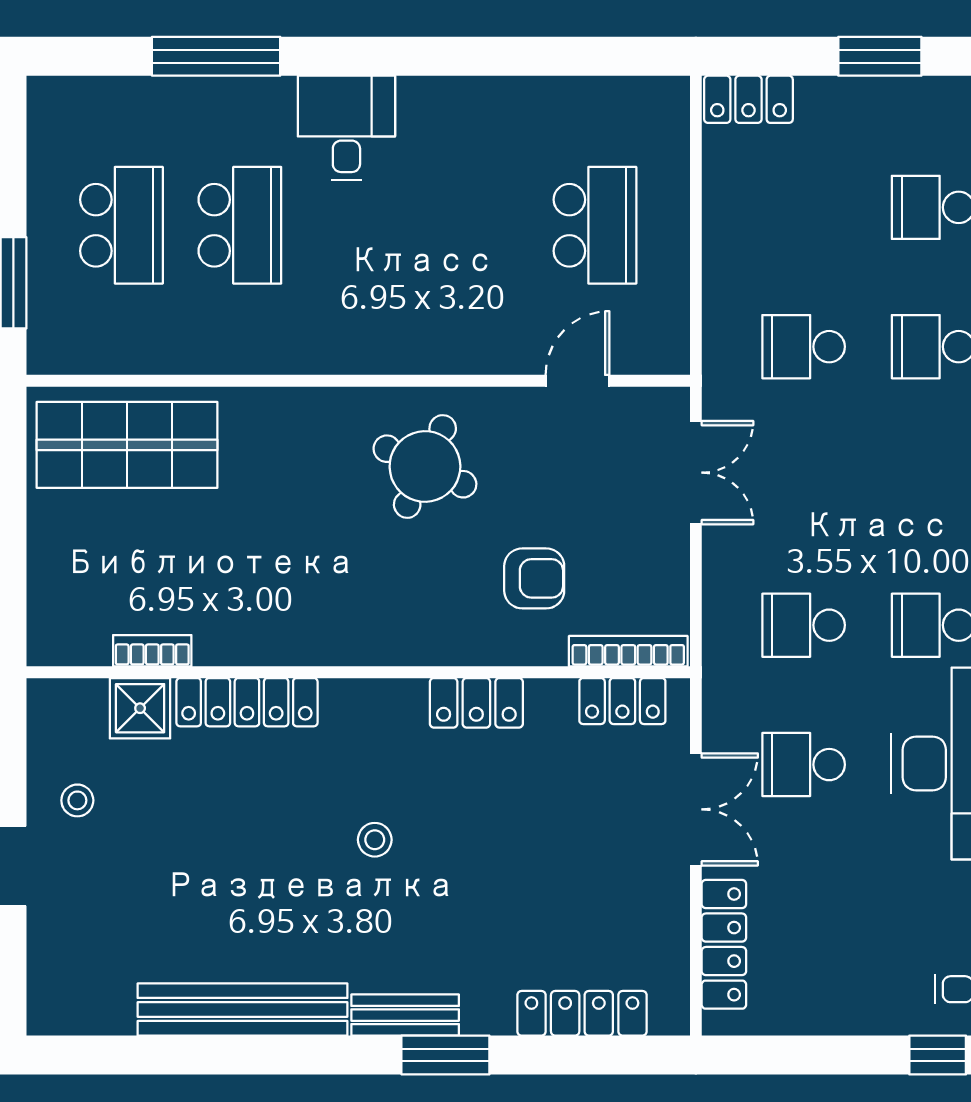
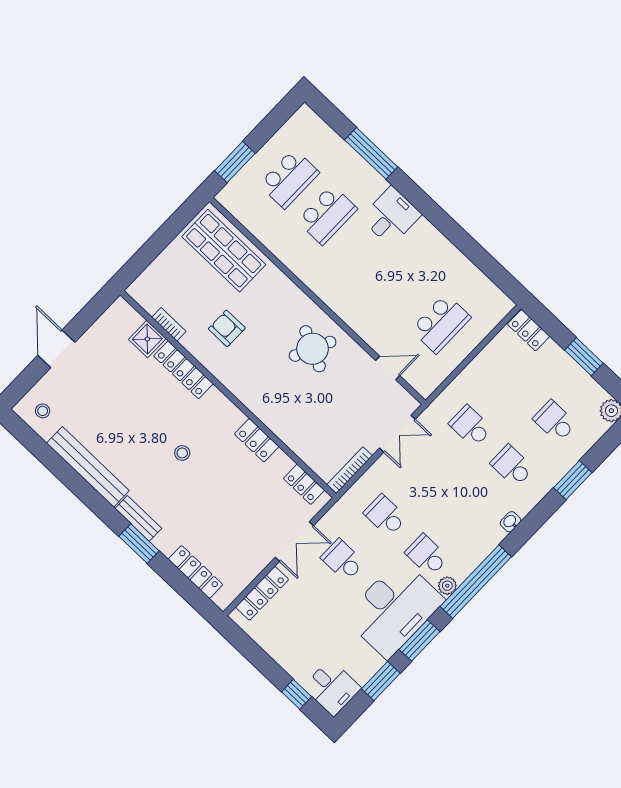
armchair: (534, 578) -> (227, 328), moved, turned 180
bookcase: (628, 651) -> (350, 470), moved, turned -90
stool: (77, 800) -> (43, 411), moved

